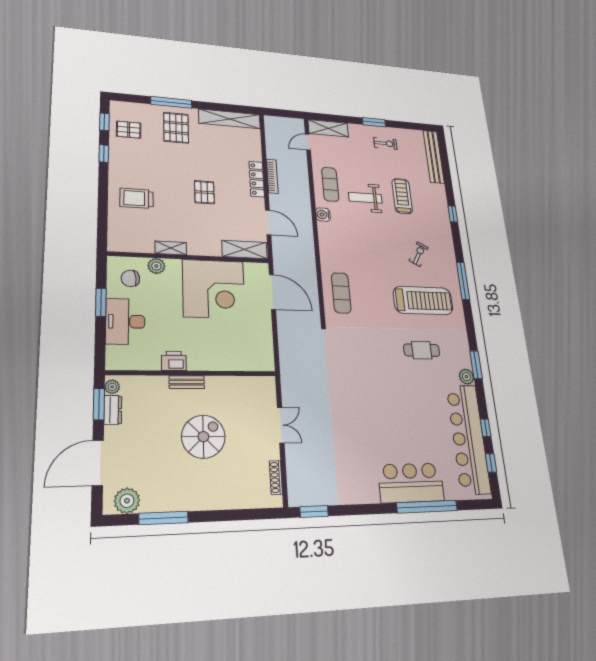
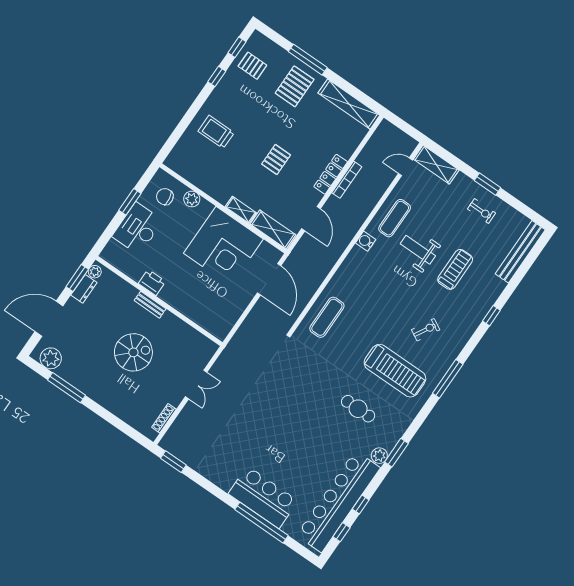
shelving: (171, 248) -> (241, 210), moved

